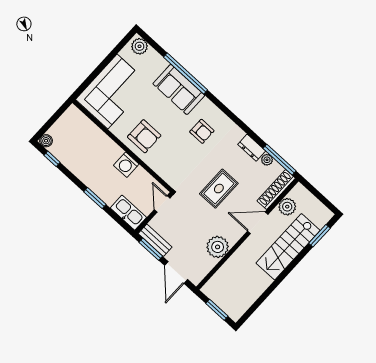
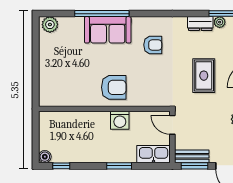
corner sofa: (112, 92) -> (60, 76), removed

